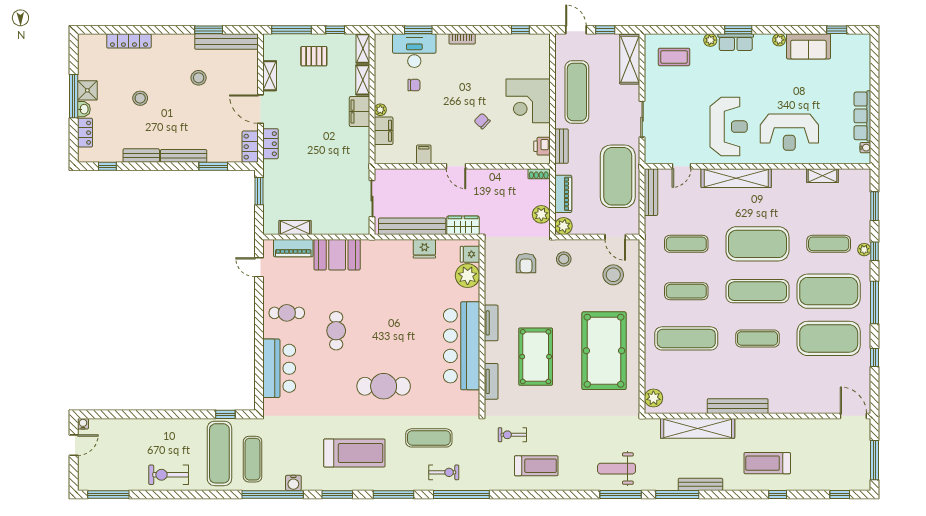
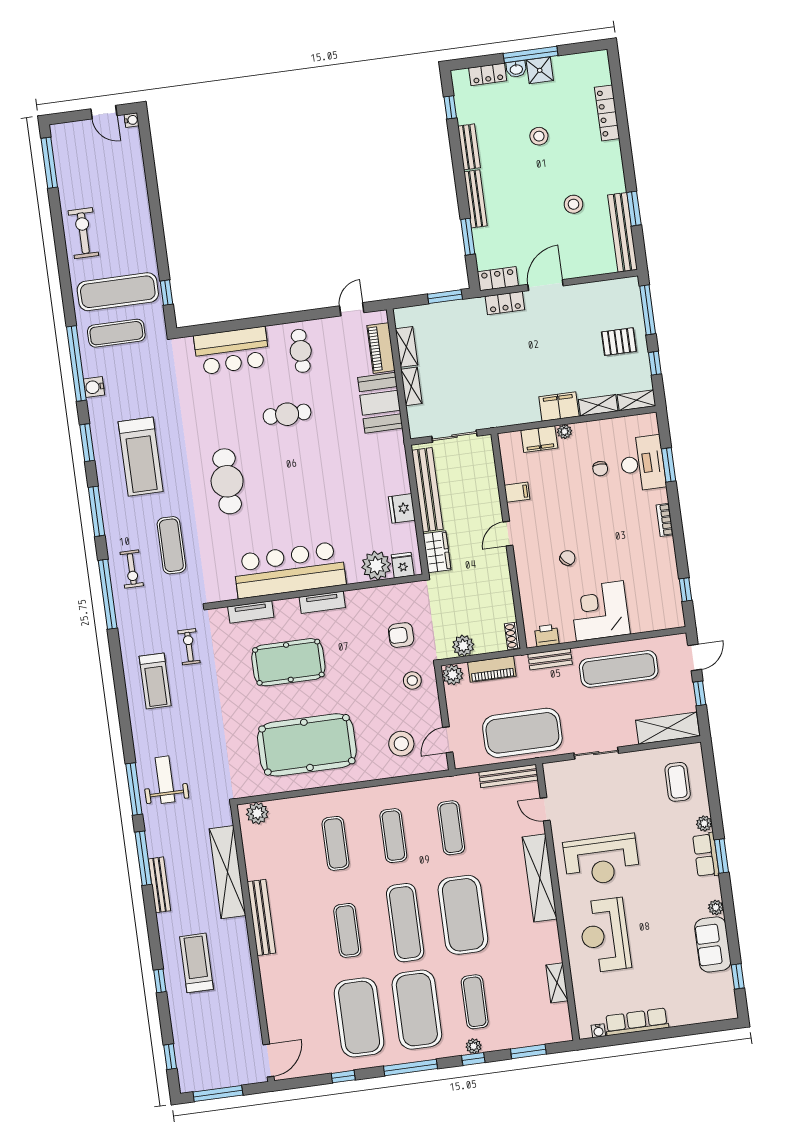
pallet: (314, 56) -> (619, 342), turned 90
shelving: (270, 76) -> (411, 386), moved, turned 90
exercise mat: (686, 338) -> (336, 843), width x0.73, depth x0.69

